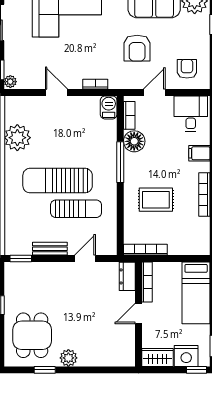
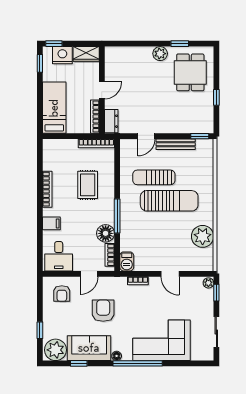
rug: (156, 200) -> (88, 185), turned 90
bench: (50, 249) -> (176, 144), width x1.36

